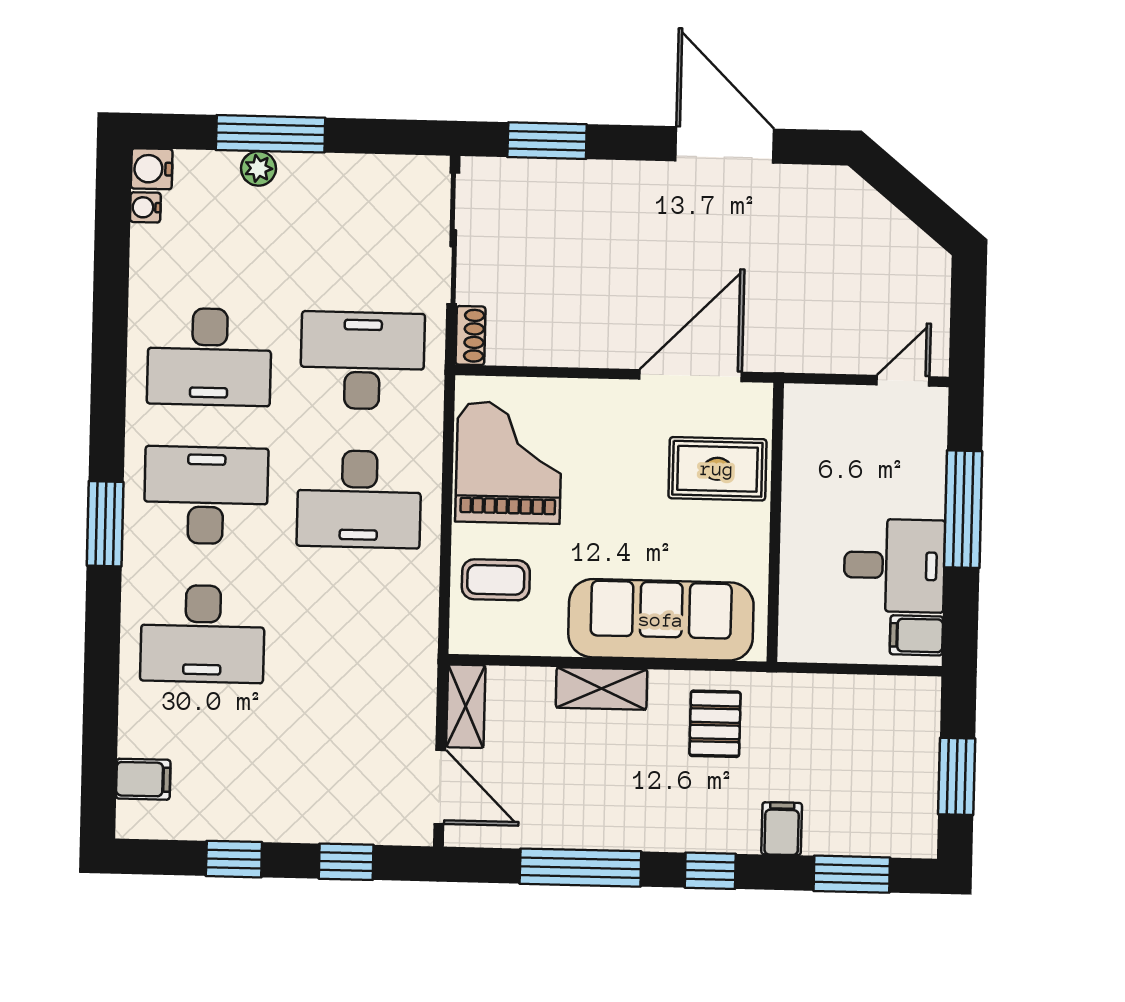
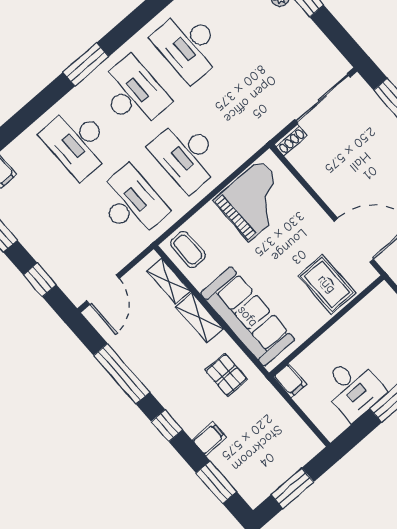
desk: (362, 361) -> (131, 203), moved
coffee table: (496, 580) -> (188, 249), moved
filing cabinet: (916, 635) -> (290, 381), moved, turned 180
shelving: (466, 706) -> (169, 281), moved, turned 90
pallet: (715, 724) -> (226, 375), turned 90

